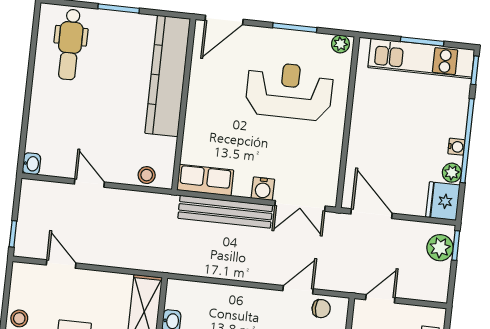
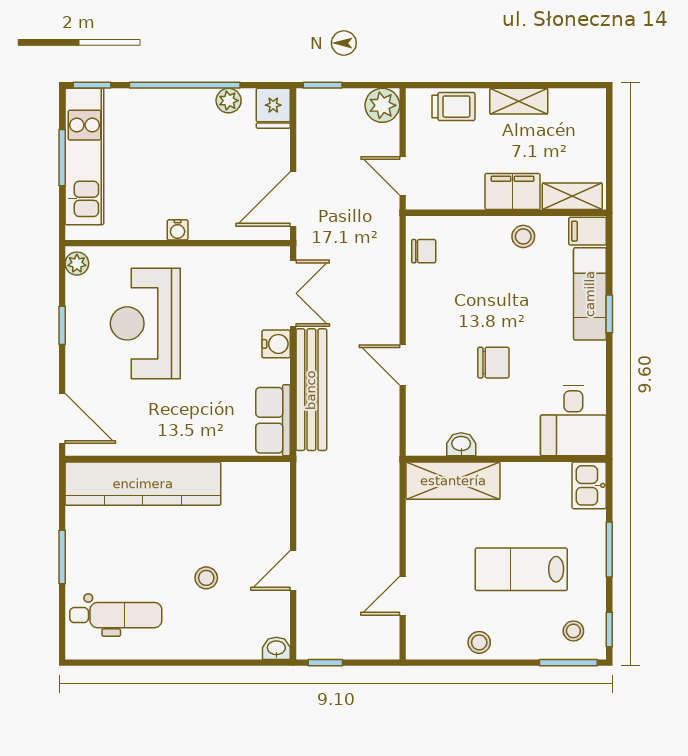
window: (295, 28) -> (62, 325), width x0.67
water cooler: (456, 147) -> (178, 230), moved, turned 180
stool: (147, 175) -> (206, 578), moved
fridge: (443, 201) -> (273, 108), width x0.72
window: (13, 234) -> (325, 663), moved
plant: (440, 248) -> (382, 105), moved
door: (298, 290) -> (403, 365), moved
chair: (321, 309) -> (424, 251), turned 90

